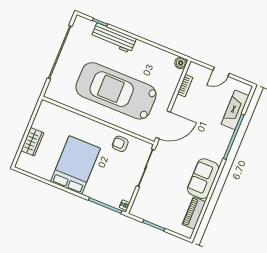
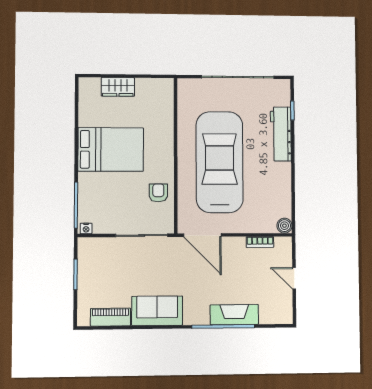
fireplace: (235, 110) -> (234, 315), moved

